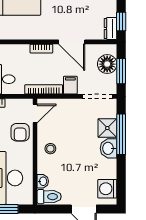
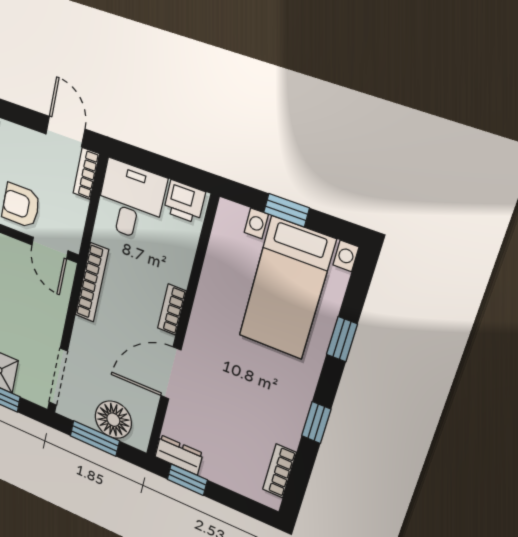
filing cabinet: (70, 85) -> (89, 336), removed

